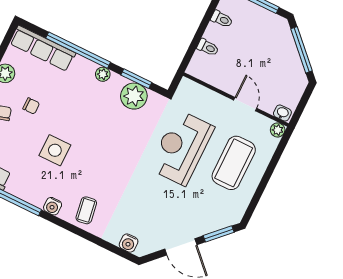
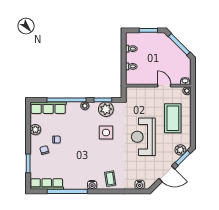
reception desk: (182, 148) -> (143, 137), moved
side table: (55, 150) -> (106, 132), moved
plant: (221, 219) -> (180, 150), added

